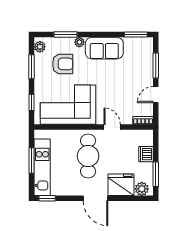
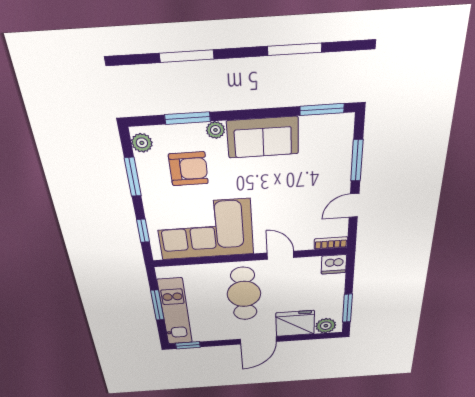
dishwasher: (146, 154) -> (334, 264), moved, turned -90
door: (95, 198) -> (258, 340), hinge flipped

